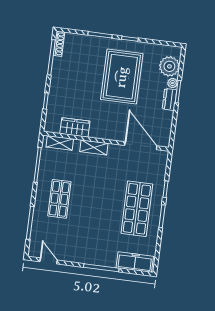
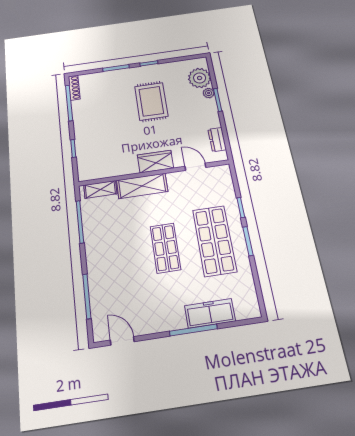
rug: (122, 77) -> (151, 101), width x0.73, depth x0.69
dresser: (169, 99) -> (217, 140), moved
wardrobe: (75, 127) -> (155, 161), moved
door: (141, 146) -> (195, 167), width x0.53
shelving: (94, 147) -> (142, 186), width x1.50, depth x1.33
shop shelf: (59, 199) -> (165, 248), moved
freezer: (135, 262) -> (210, 313), moved

